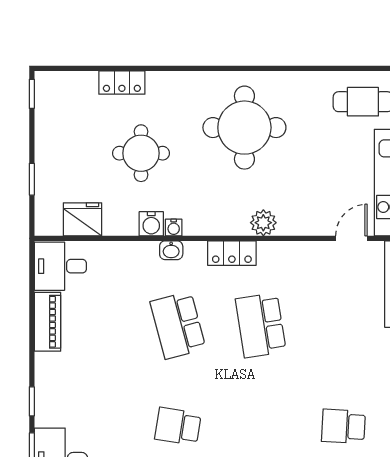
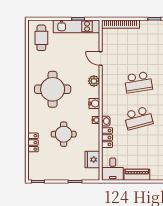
water cooler: (151, 224) -> (94, 103), moved
door: (351, 238) -> (101, 59), moved
locker: (232, 253) -> (107, 138), moved

